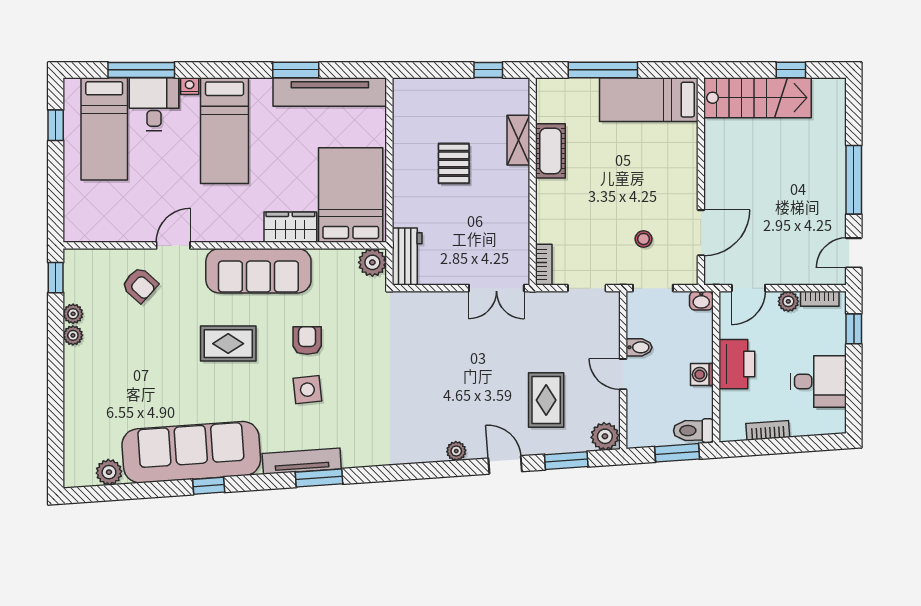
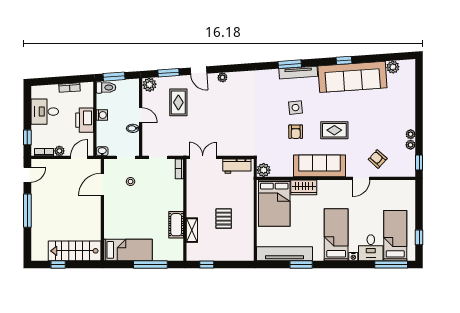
window: (141, 70) -> (391, 264), moved
workbench: (407, 257) -> (237, 166), moved, turned -90

